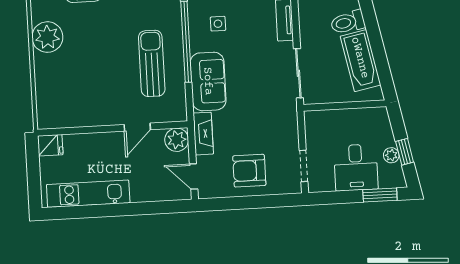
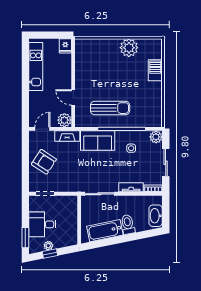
armchair: (249, 171) -> (44, 162), turned 123

